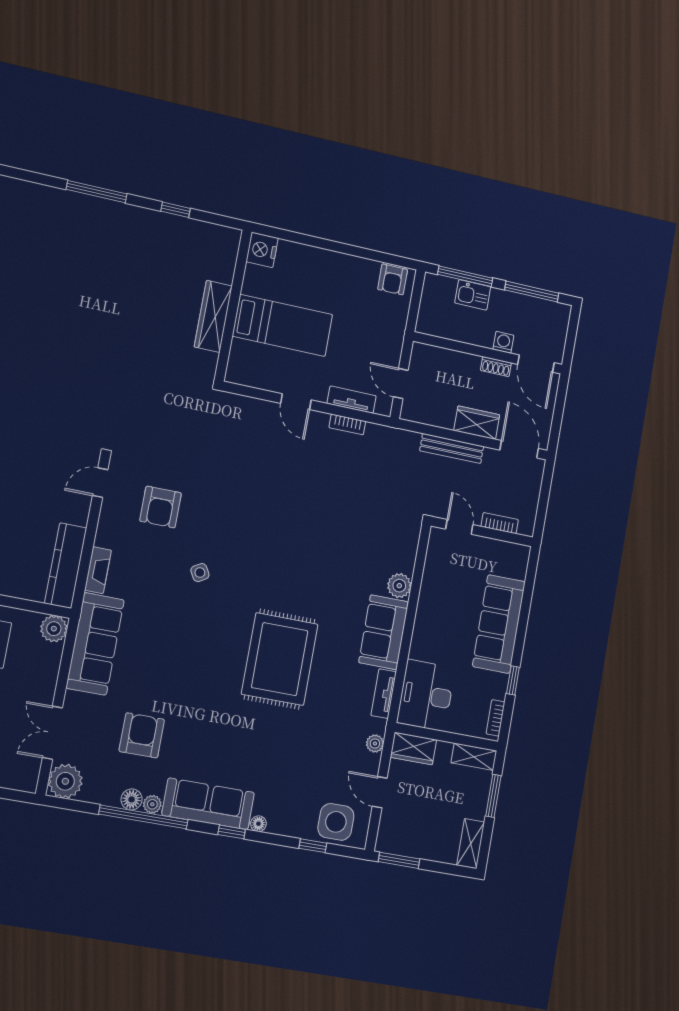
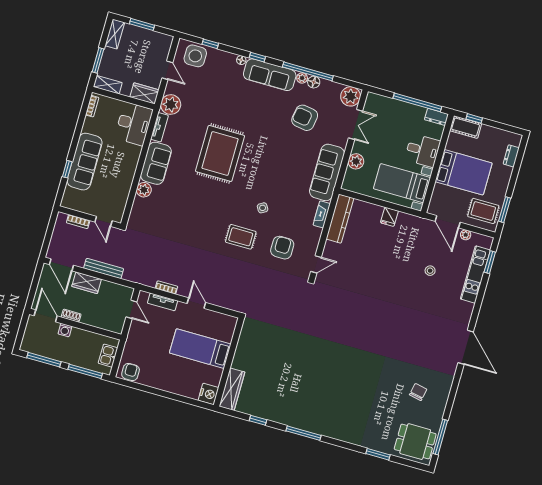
kitchen sink: (473, 295) -> (108, 356), moved, turned -90
wardrobe: (213, 316) -> (232, 389), moved
rug: (232, 520) -> (241, 237), added
plant: (54, 629) -> (356, 161), moved
window: (513, 680) -> (67, 169), moved
armchair: (142, 735) -> (305, 118), turned 99
plant: (375, 744) -> (171, 105), width x1.88, depth x1.88
window: (399, 860) -> (142, 24), moved

